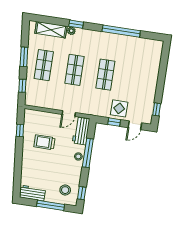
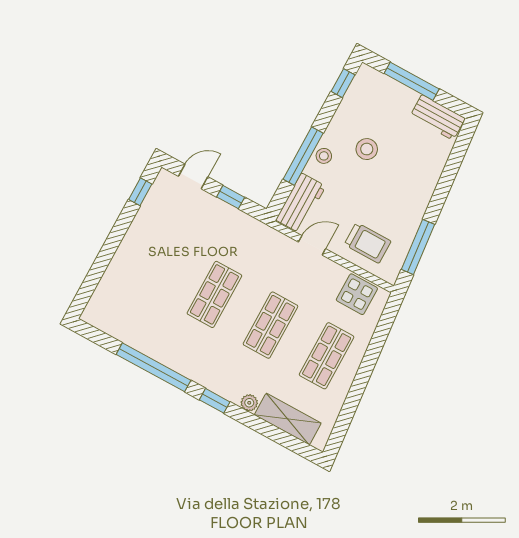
window: (76, 24) -> (215, 401), moved
window: (24, 57) -> (359, 386), removed
window: (22, 86) -> (382, 331), removed
display table: (119, 108) -> (357, 294), moved
window: (20, 130) -> (418, 247), width x2.17
trolley: (44, 142) -> (368, 243), moved
stool: (65, 190) -> (367, 149), moved

